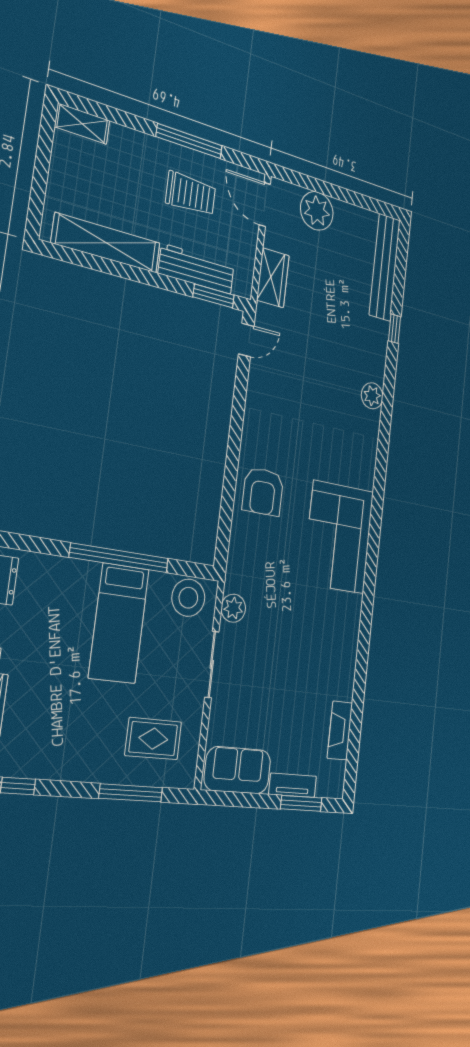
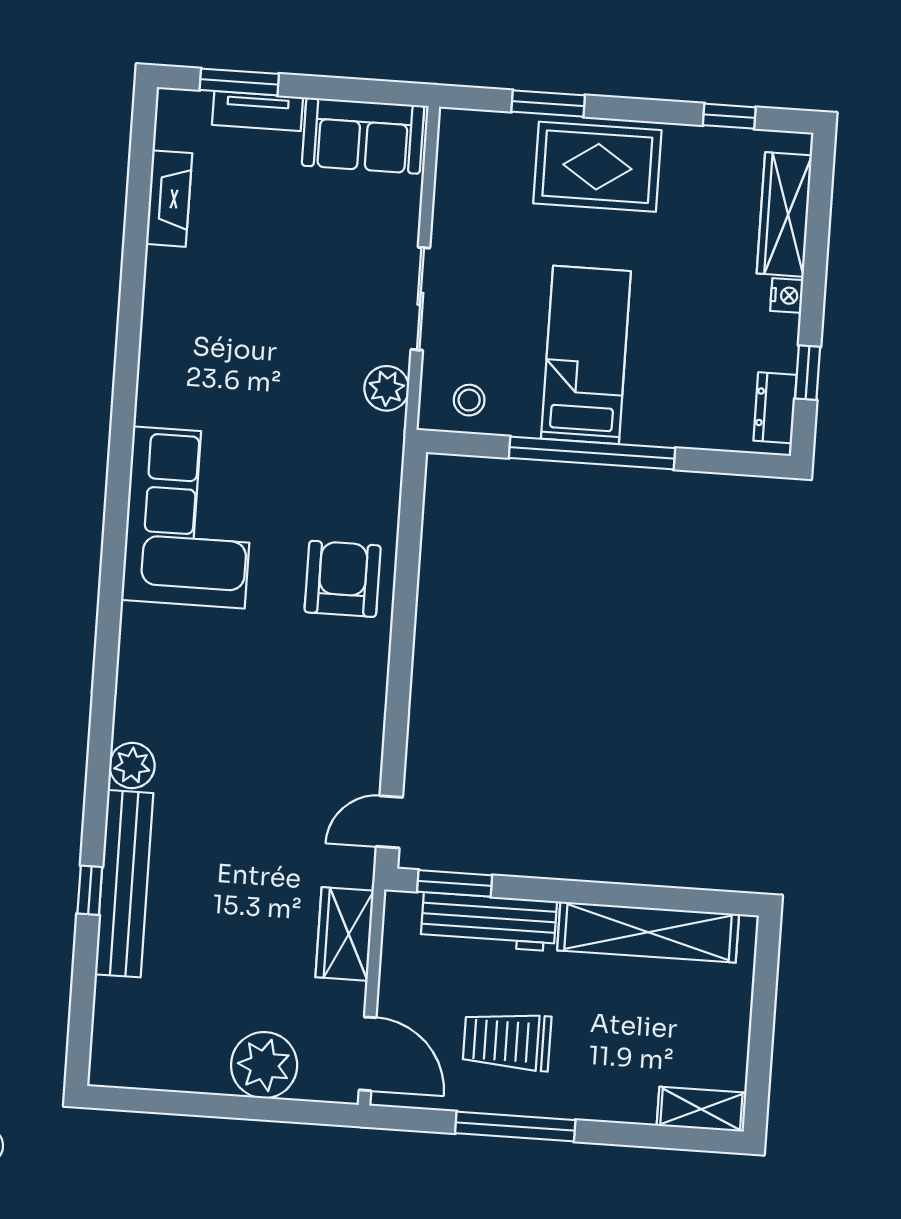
bench: (385, 267) -> (124, 884), moved
stool: (188, 598) -> (469, 400), width x0.53, depth x0.53
rug: (153, 739) -> (597, 167), moved, width x1.36, depth x1.43
window: (131, 793) -> (548, 104), width x0.69

